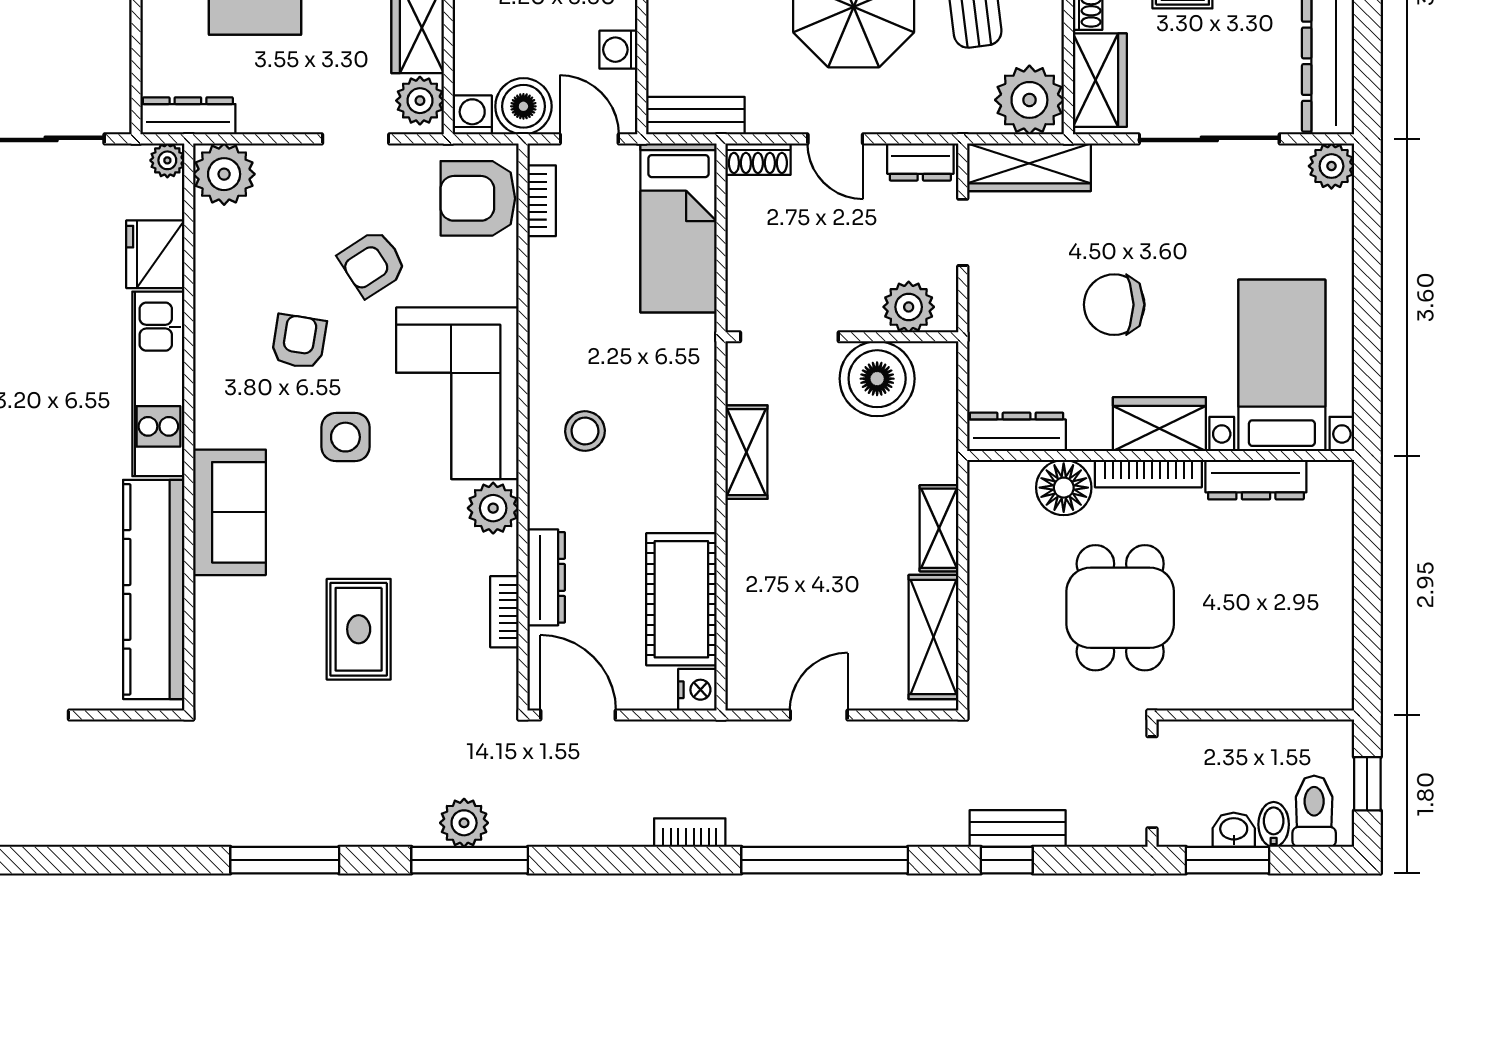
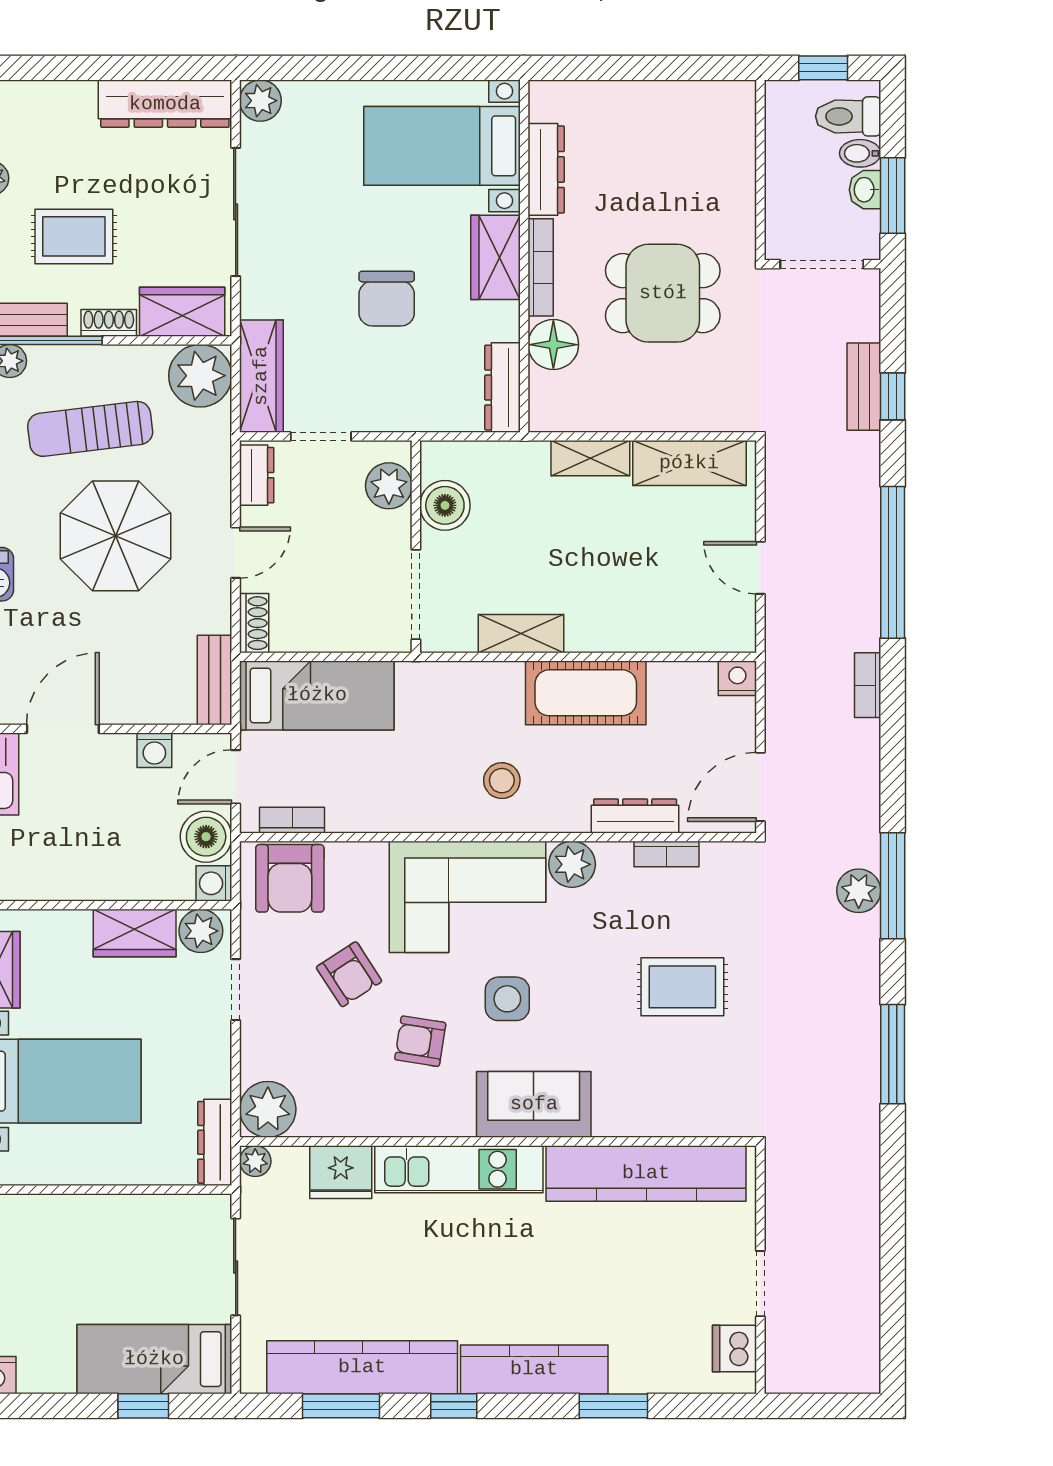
boiler: (877, 379) -> (445, 505), width x0.73, depth x0.73
sofa: (230, 512) -> (534, 1104), moved
cot: (681, 599) -> (586, 693), moved

